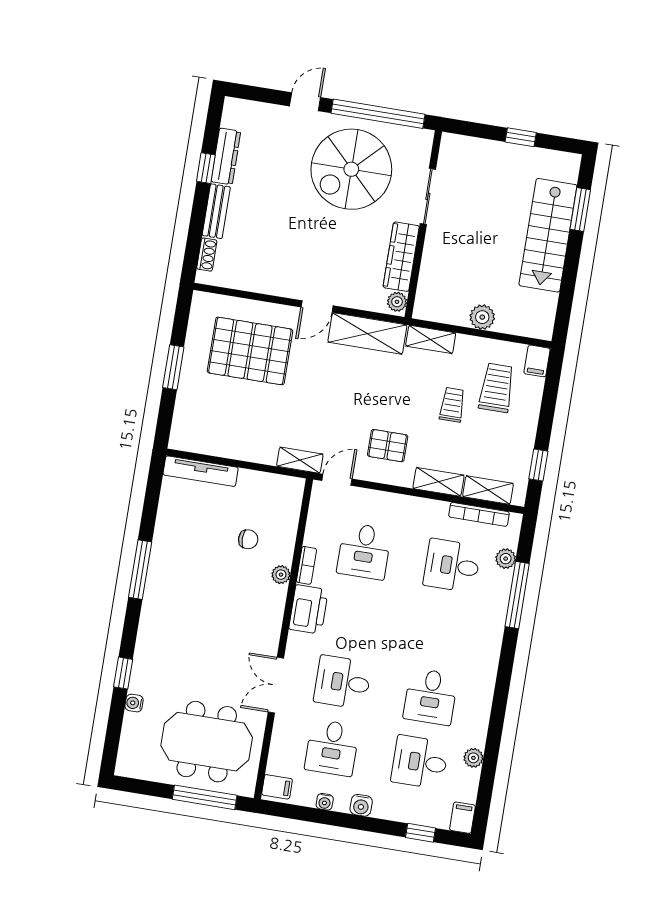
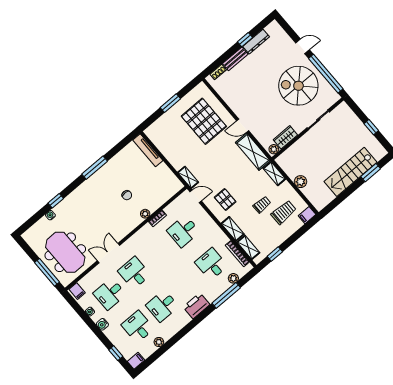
wardrobe: (401, 257) -> (285, 137), width x0.67
chair: (248, 539) -> (127, 195), moved
printer: (308, 609) -> (196, 306), moved, turned 180

